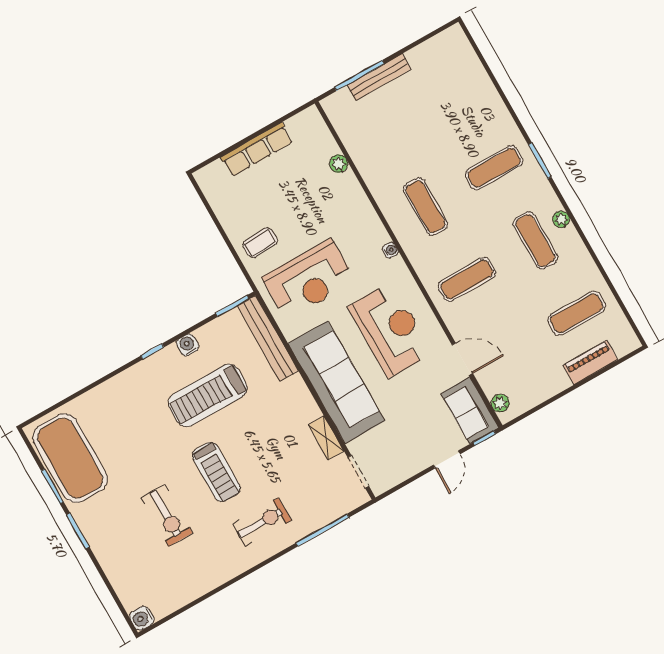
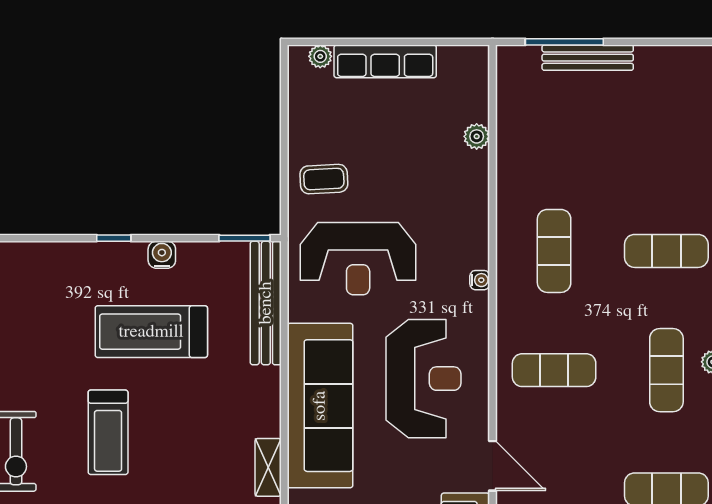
plant: (215, 169) -> (320, 56), added

